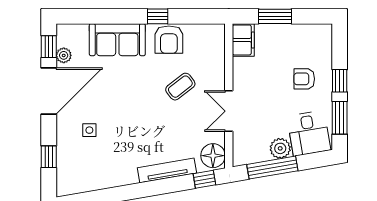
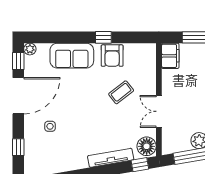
plant: (64, 55) -> (30, 49), moved

